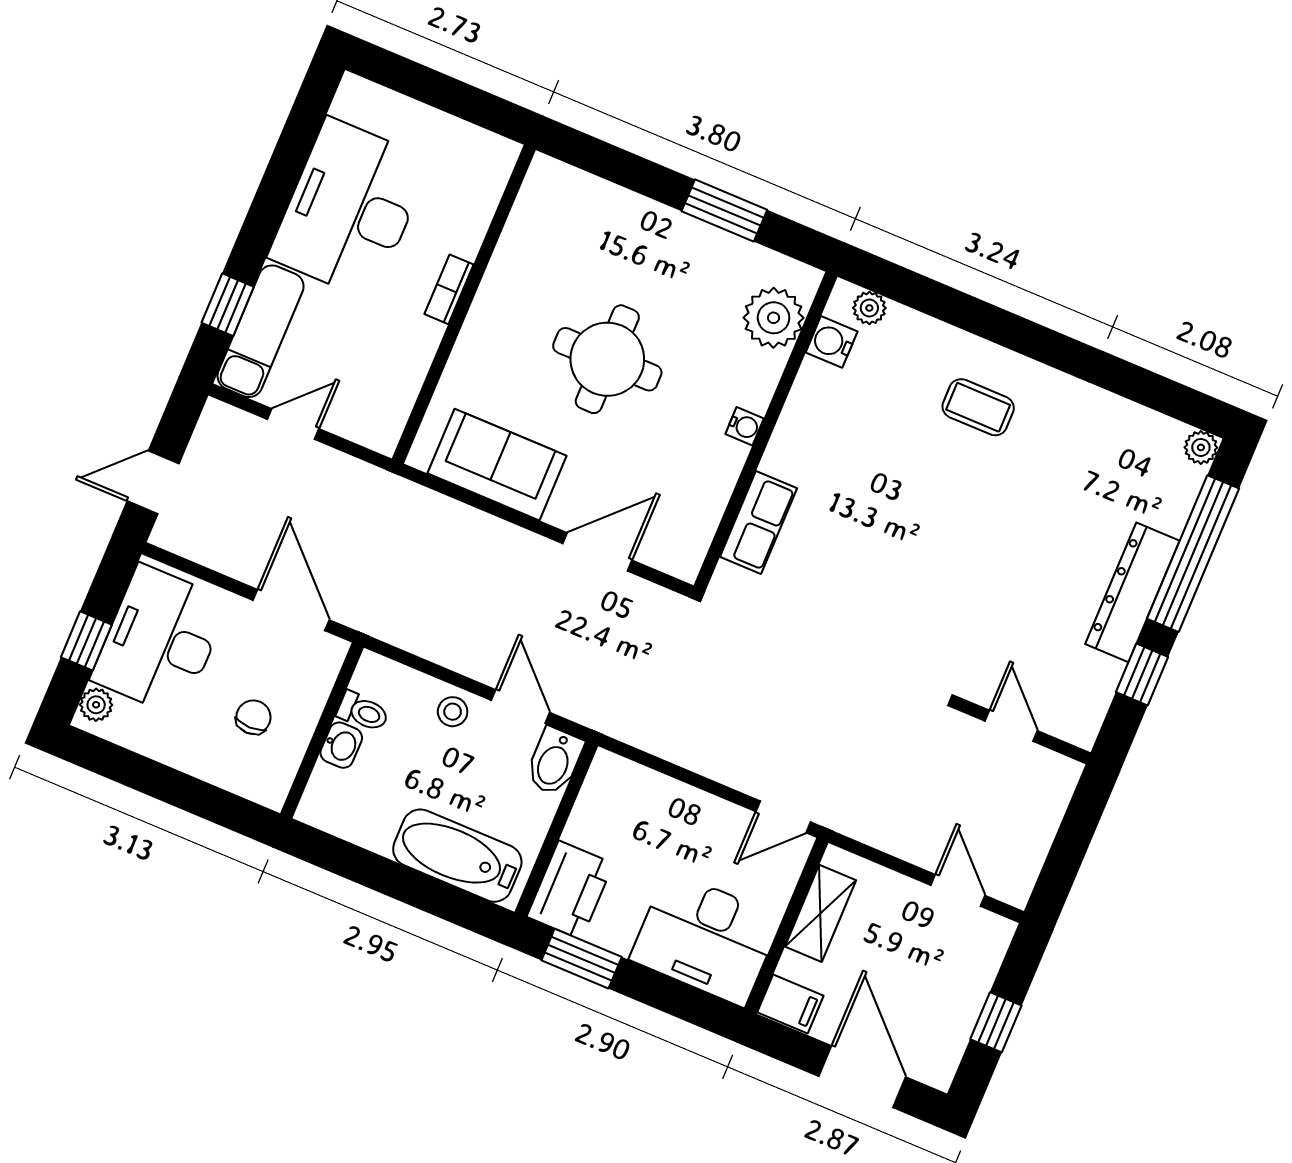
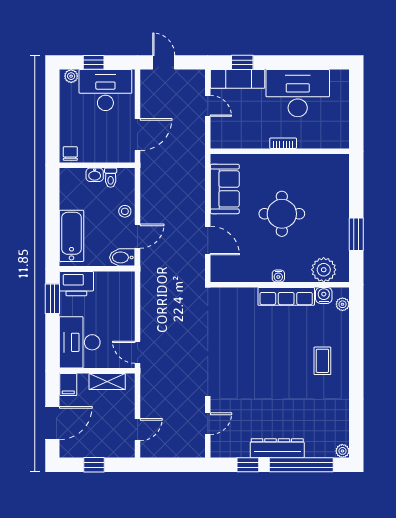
row of seats: (758, 522) -> (286, 296), moved, width x1.48
chair: (253, 717) -> (70, 154), moved, turned -90

